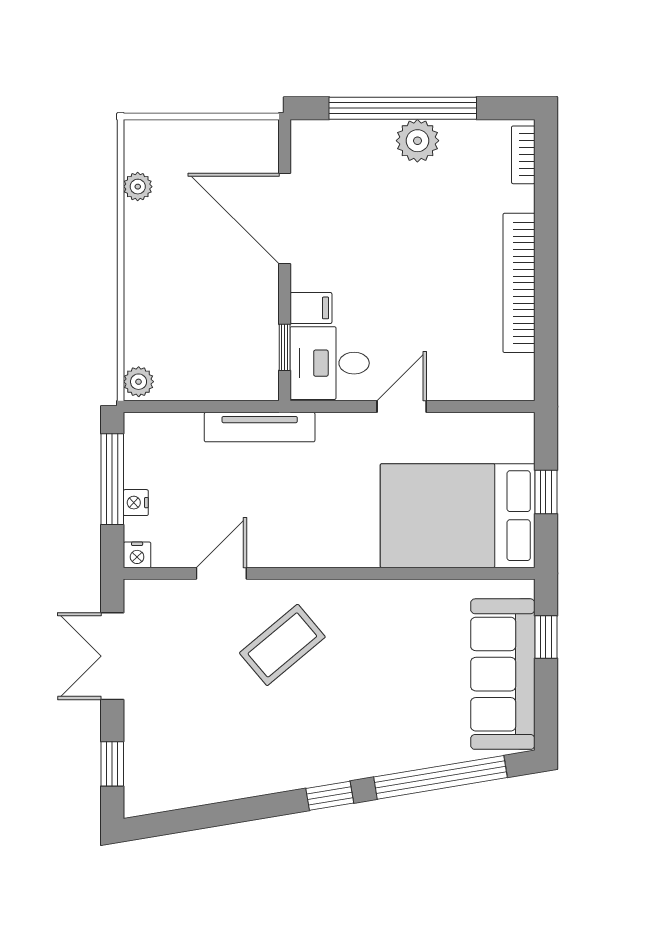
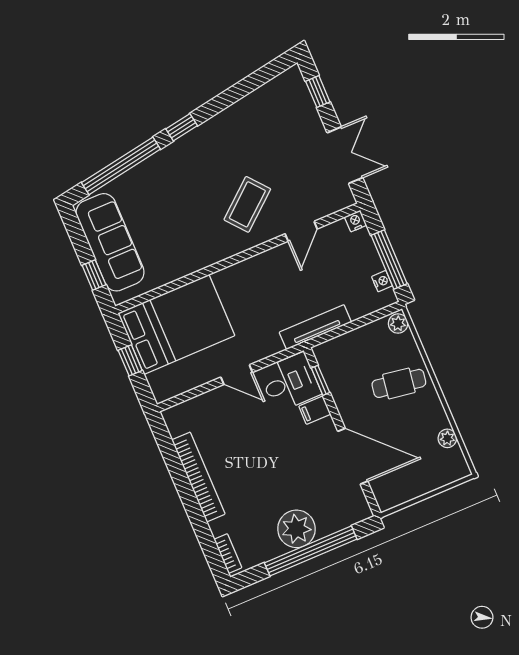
plant: (417, 141) -> (296, 529), width x1.36, depth x1.36
cafe table: (174, 295) -> (399, 383), added
door: (402, 407) -> (237, 375), hinge flipped
nightstand: (136, 503) -> (382, 281), moved

